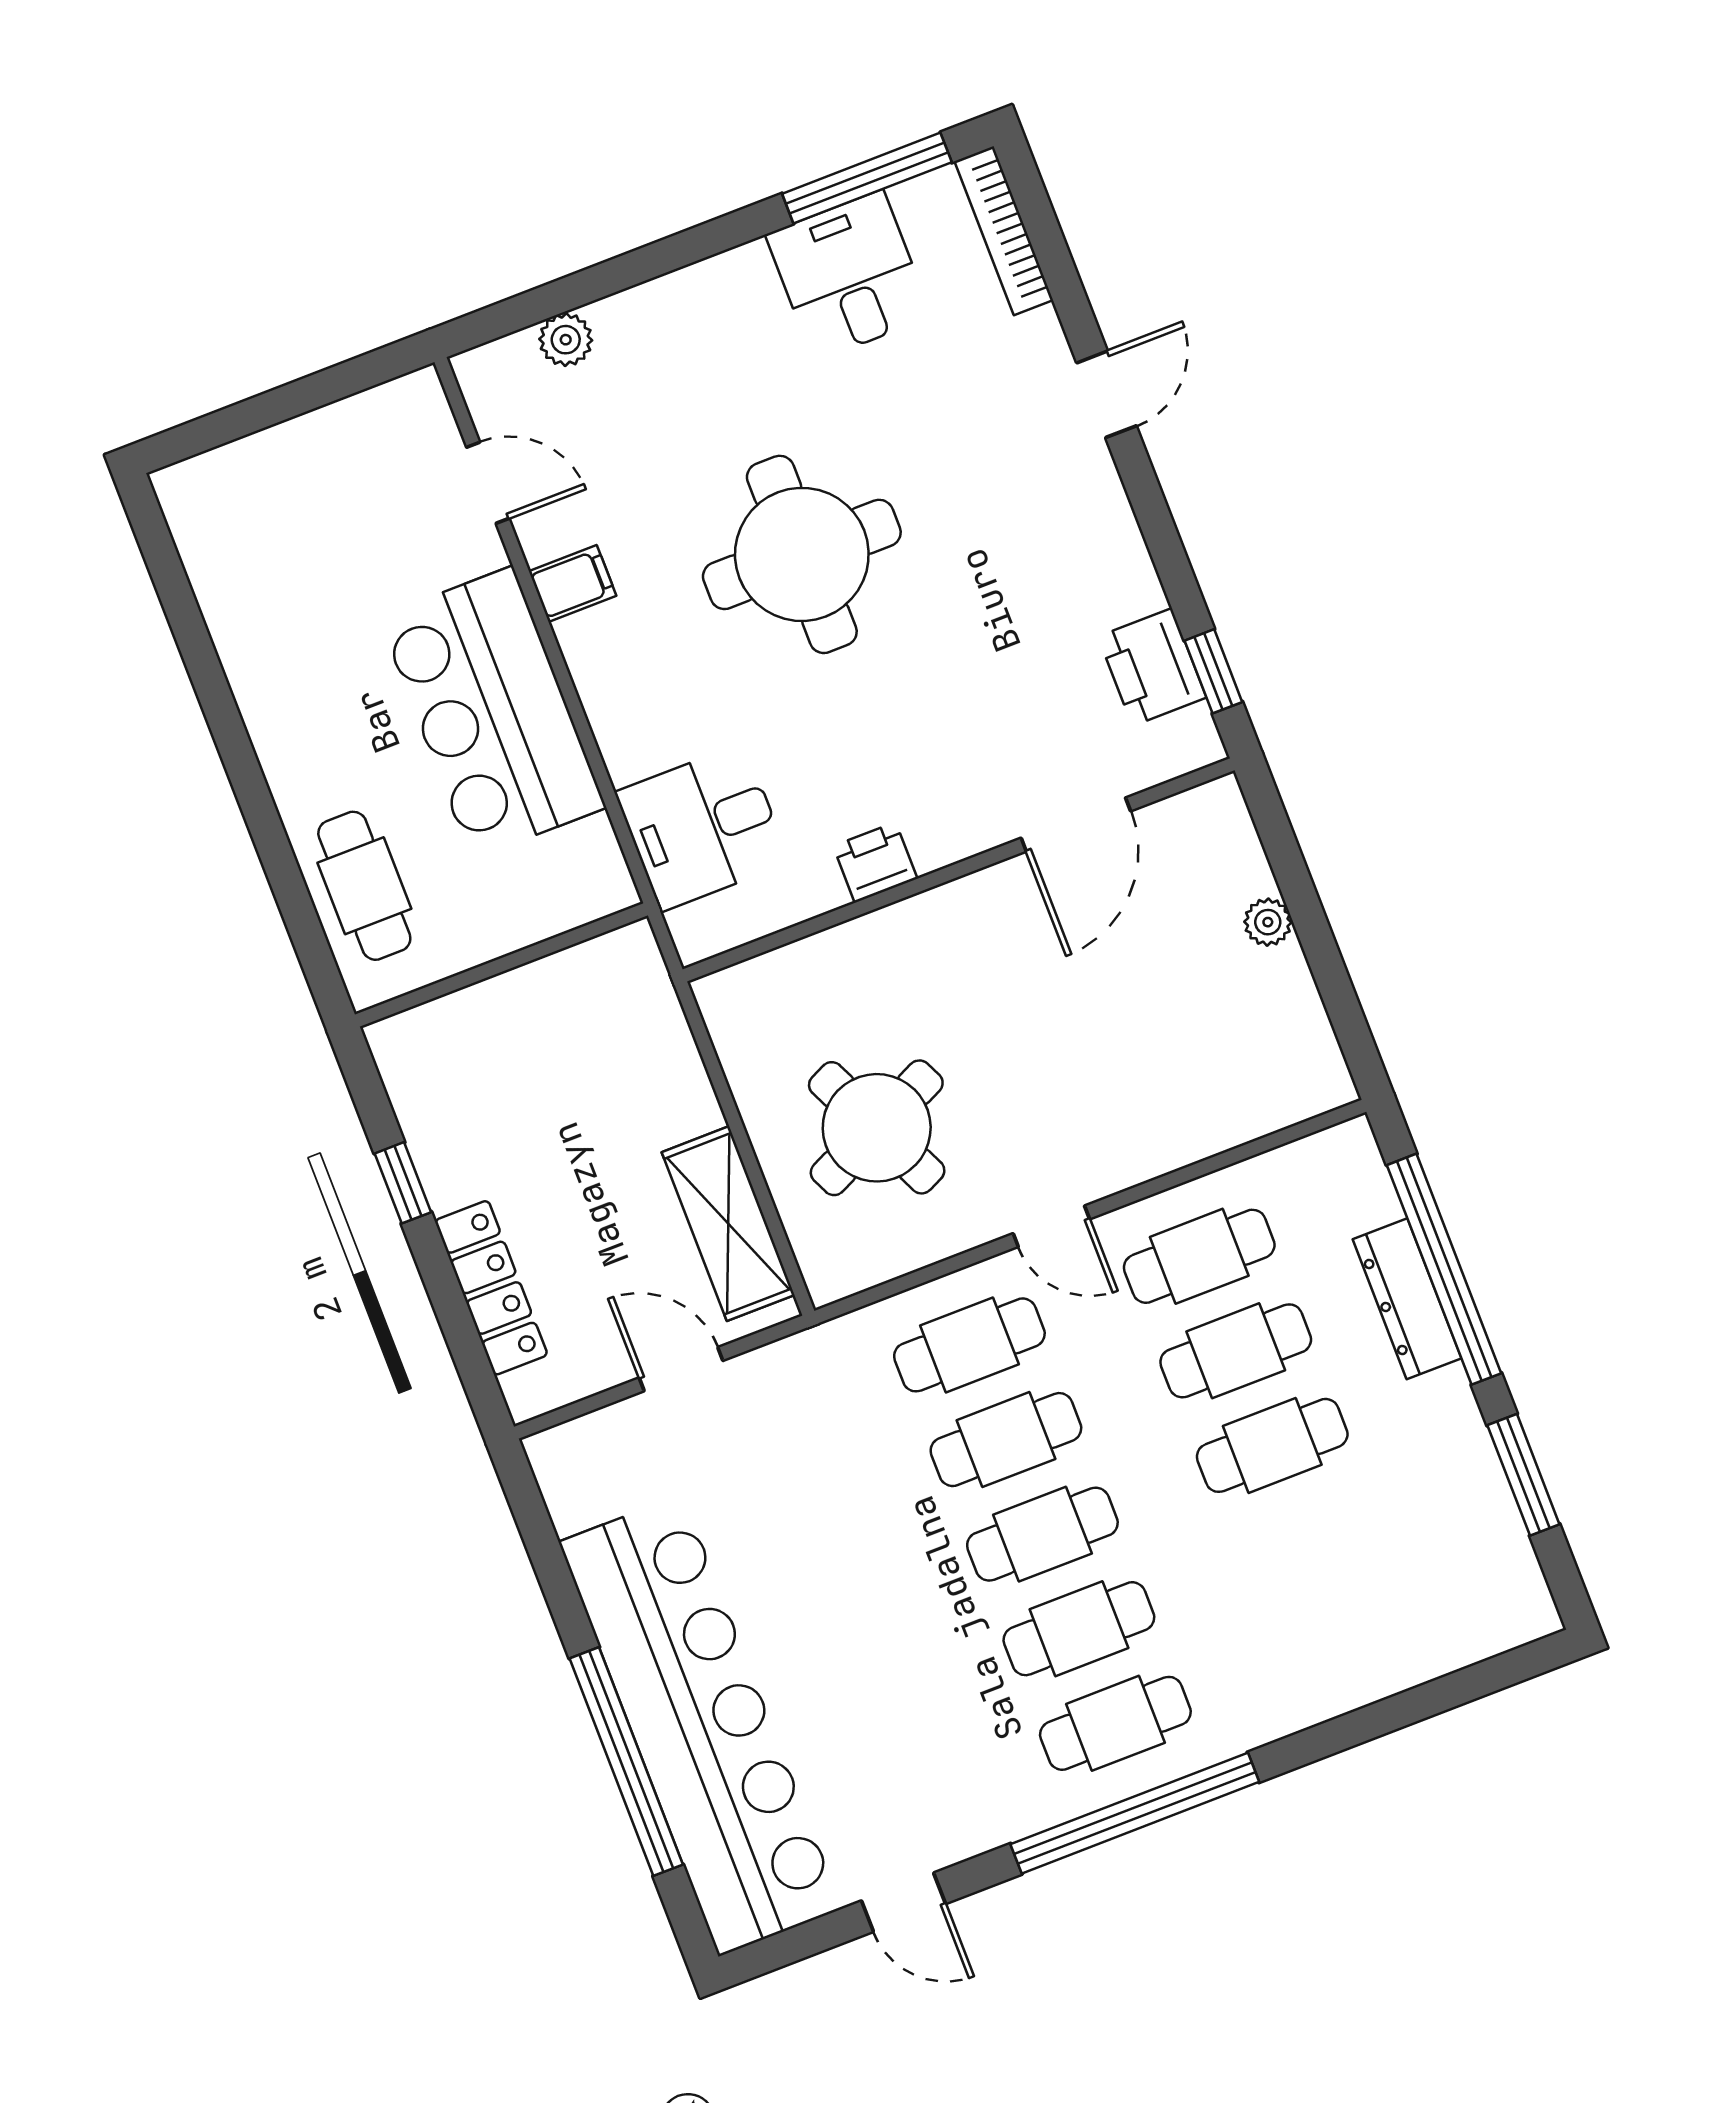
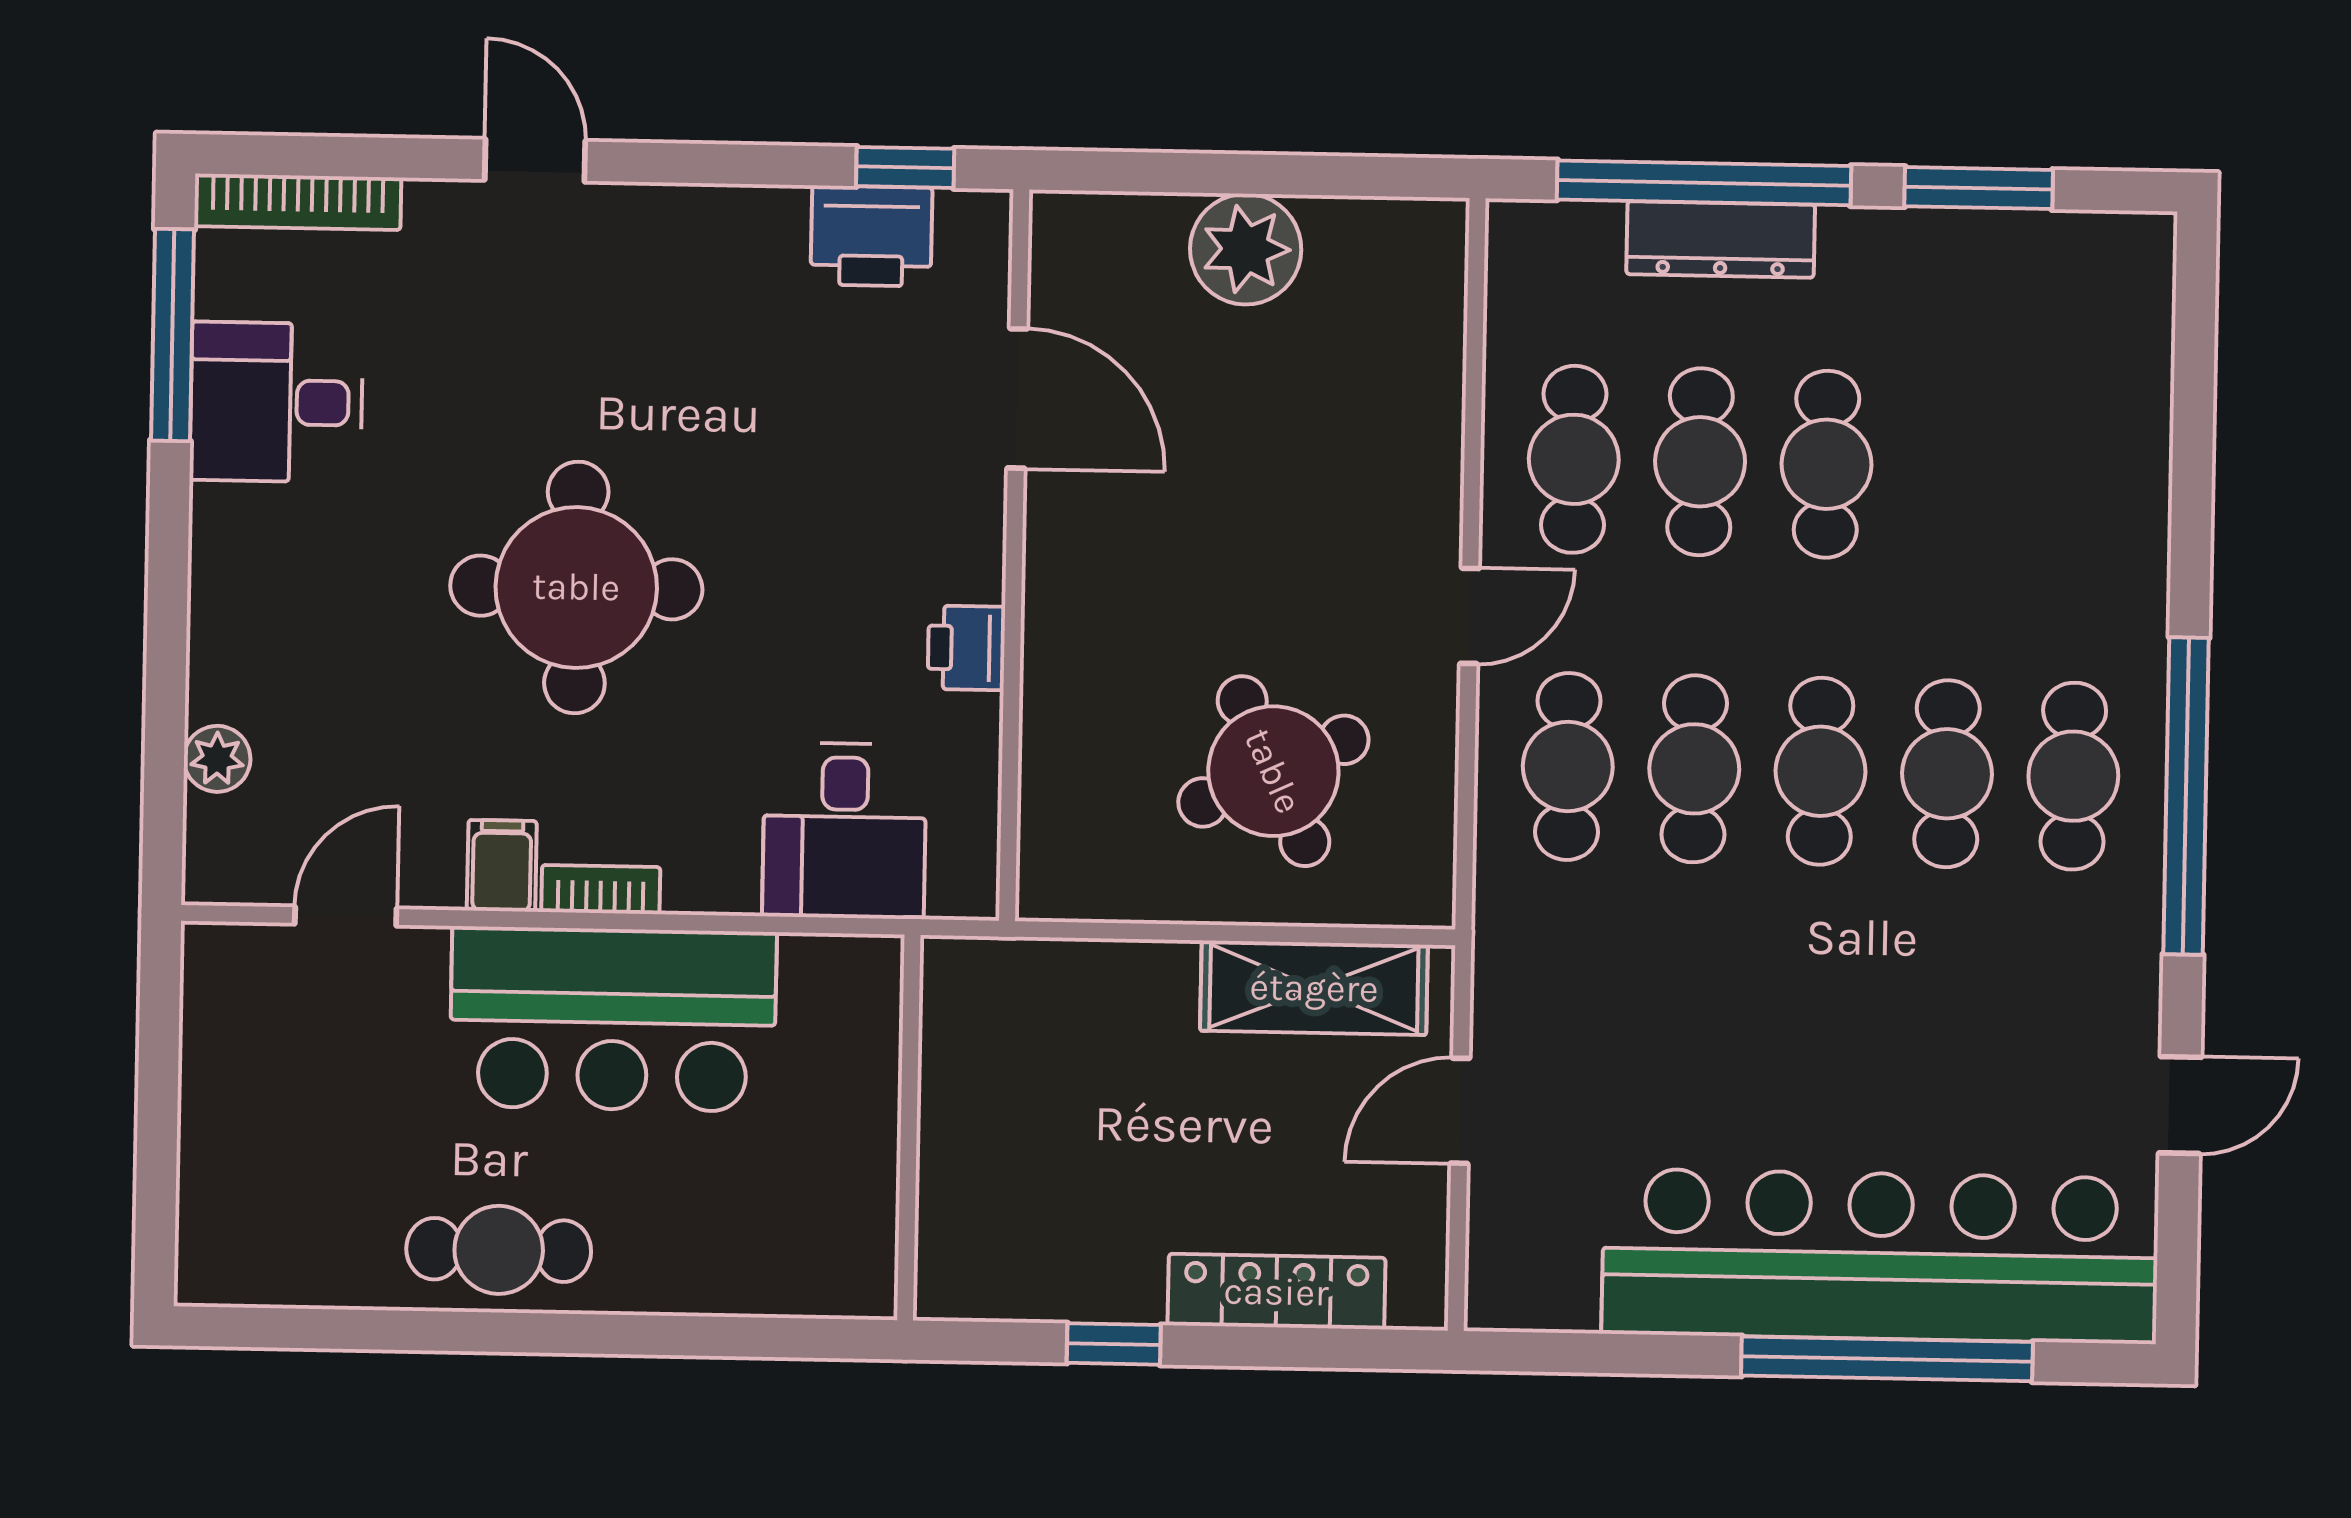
bookcase: (585, 664) -> (601, 889), added
cafe table: (364, 886) -> (499, 1250), moved
plant: (1268, 922) -> (1246, 249), width x1.88, depth x1.88

